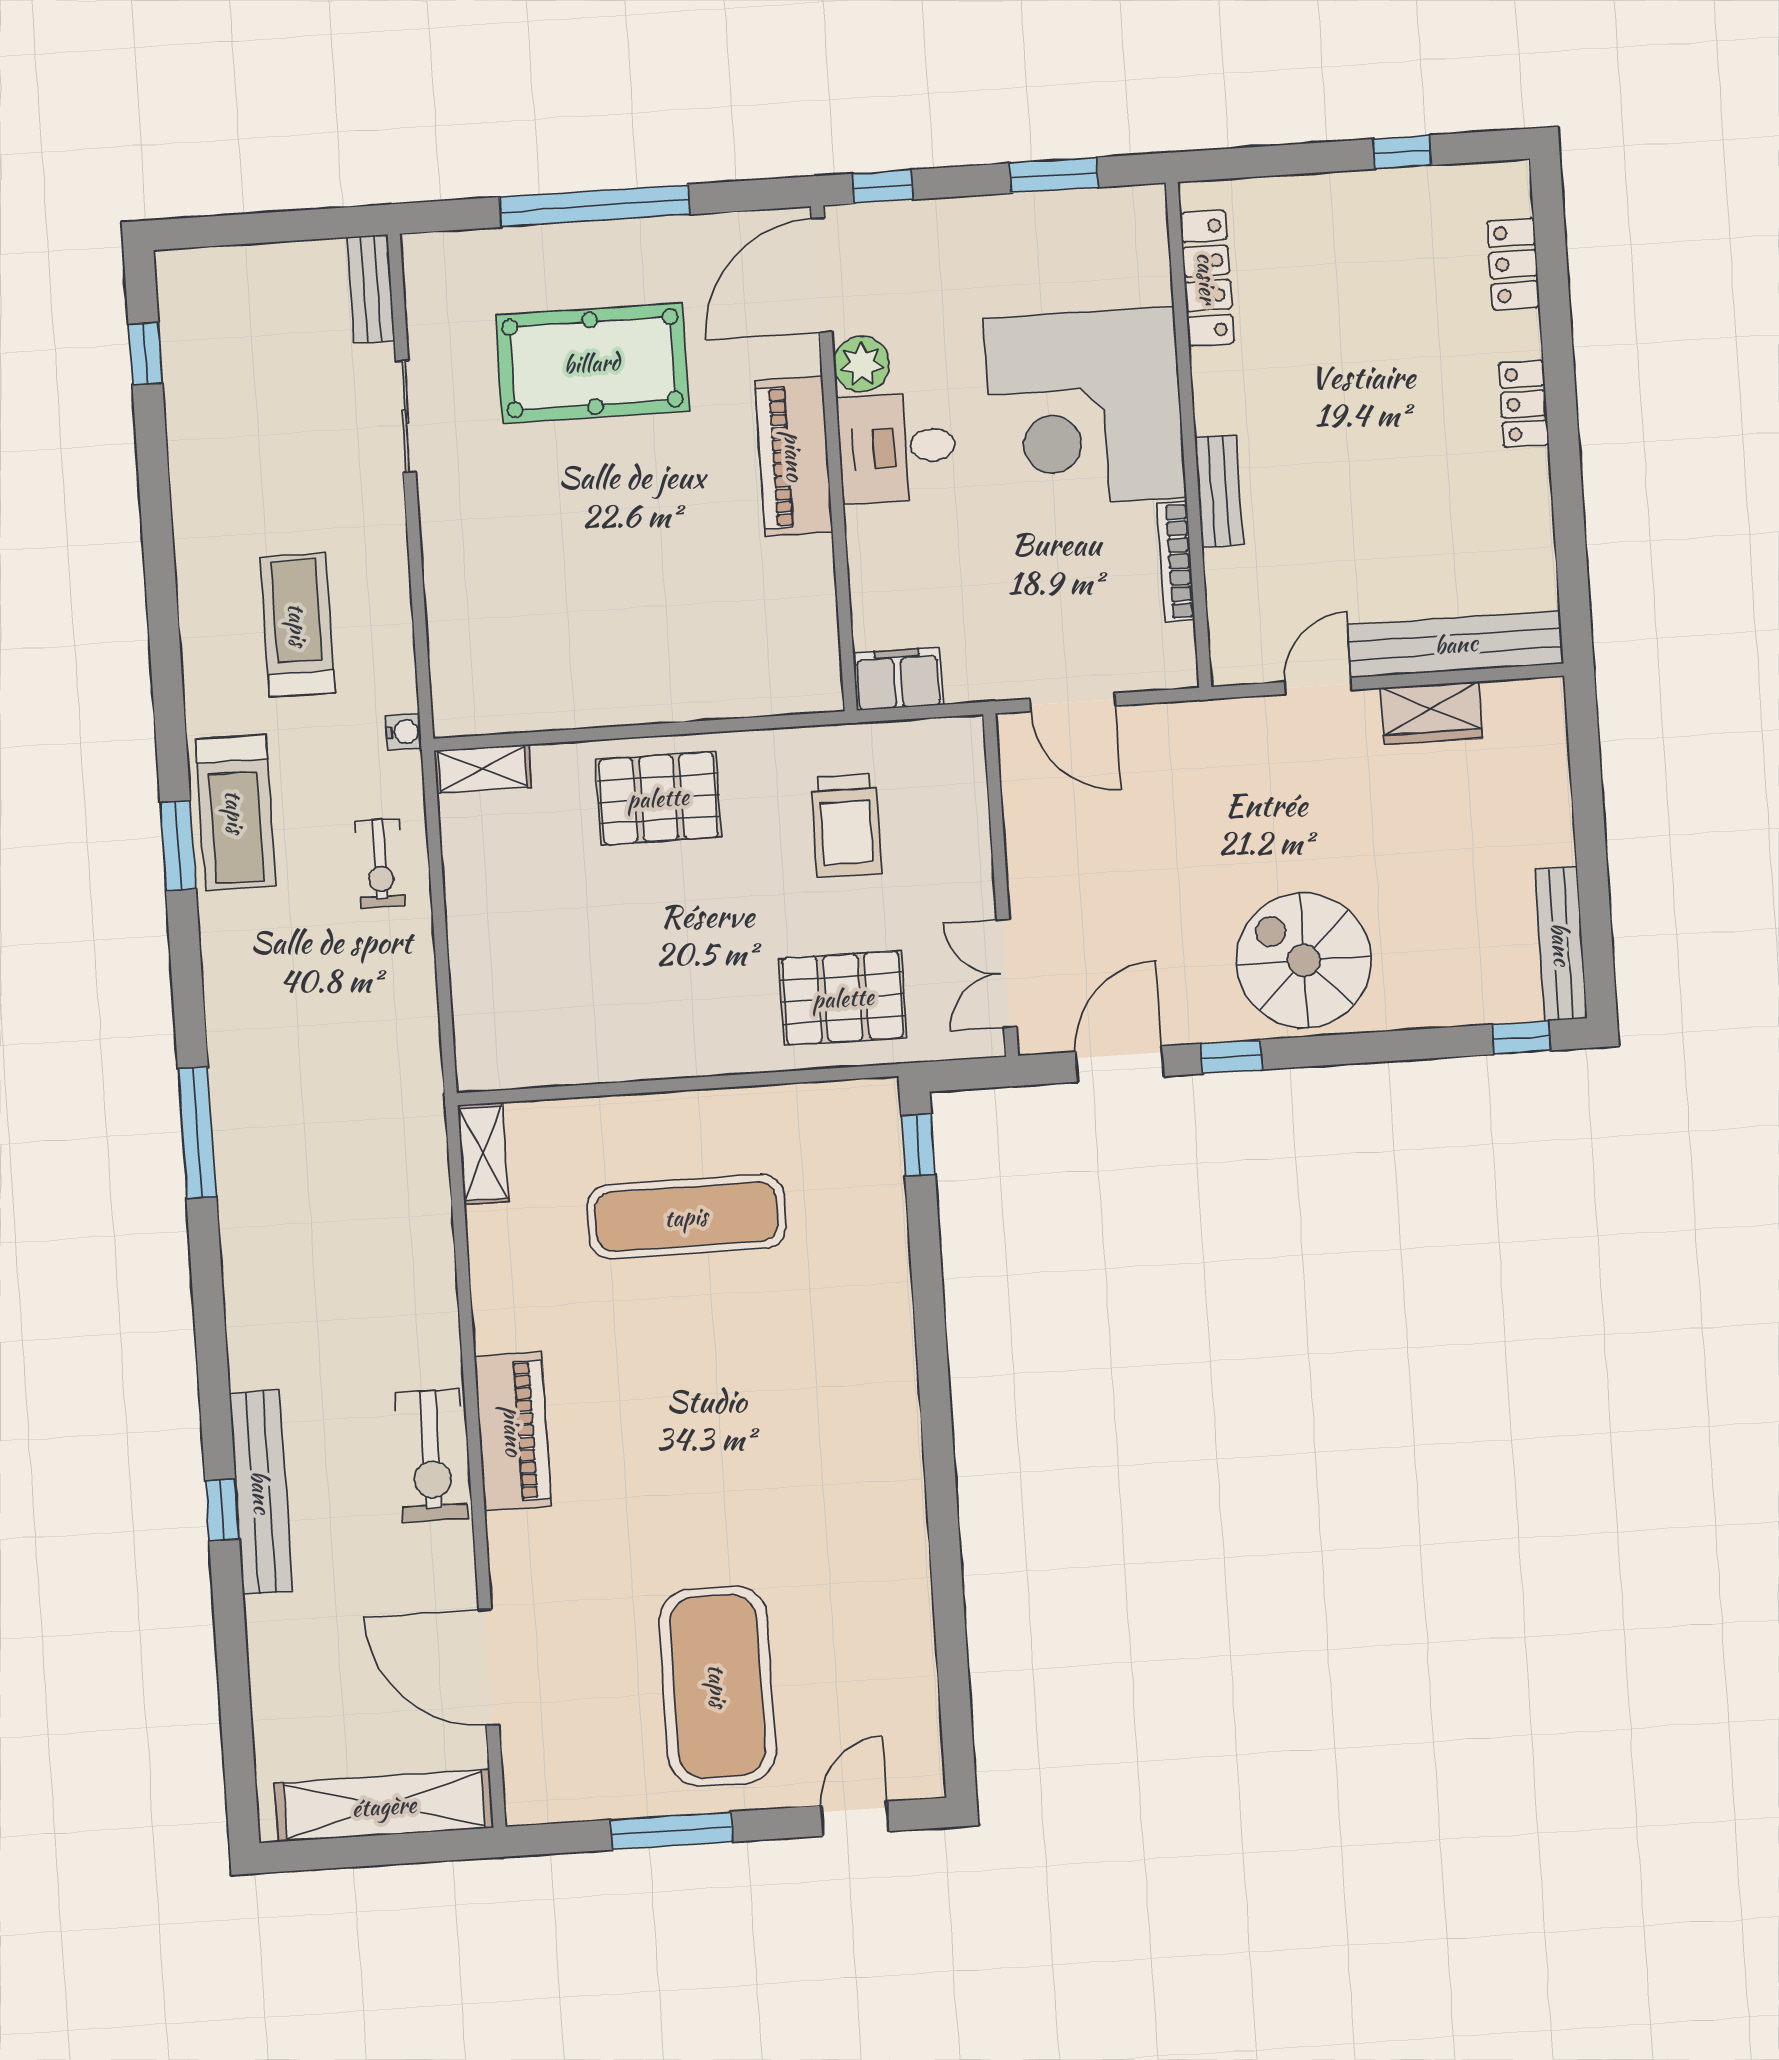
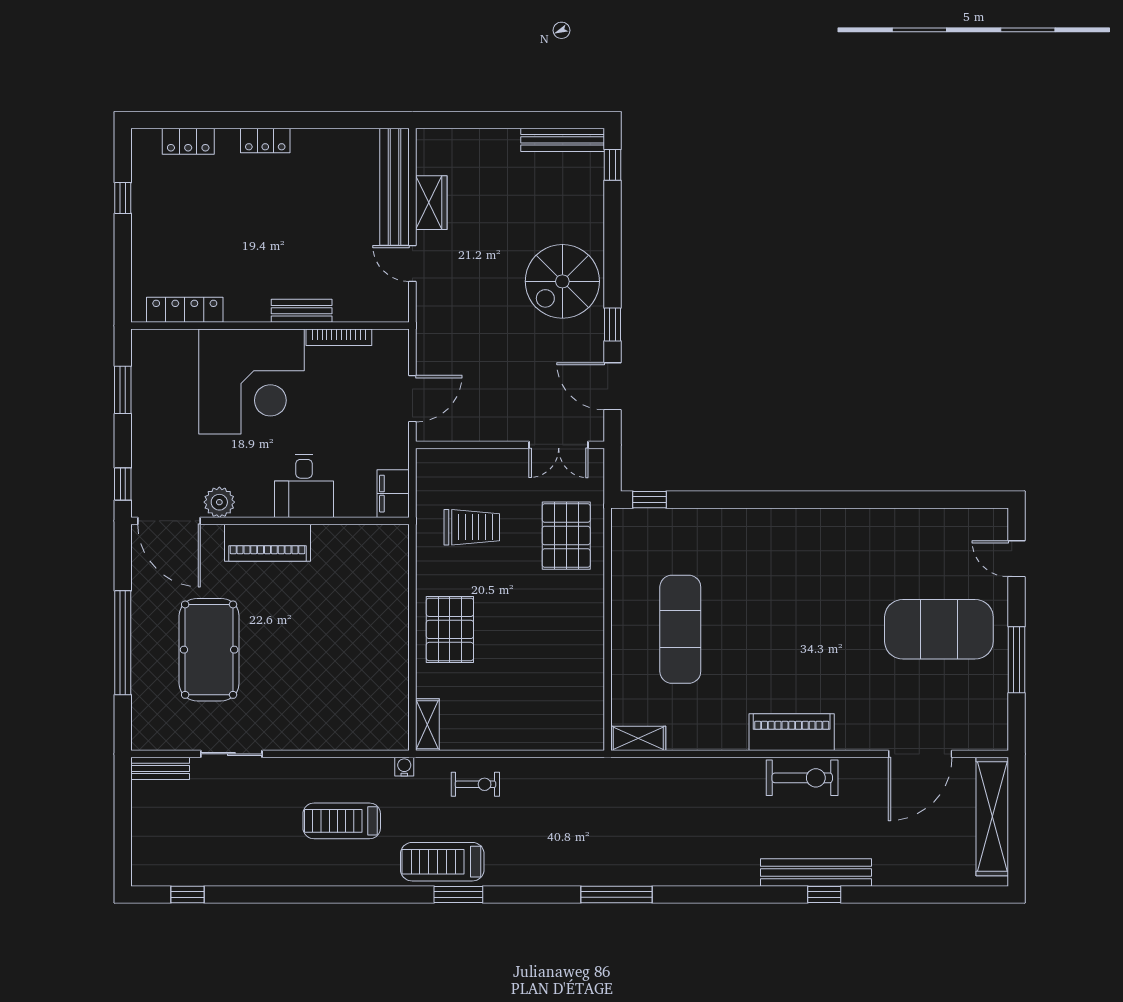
desk: (897, 447) -> (304, 486), moved
treadmill: (235, 812) -> (442, 862), turned 180

